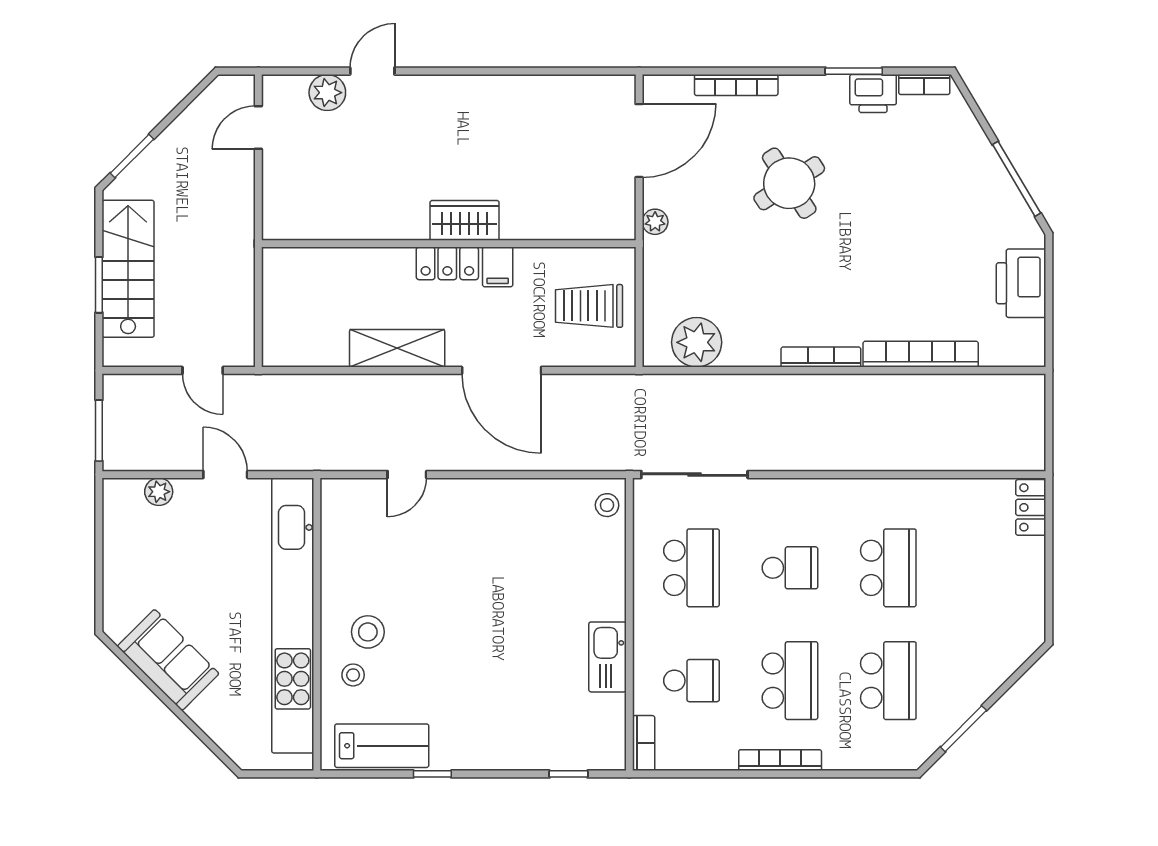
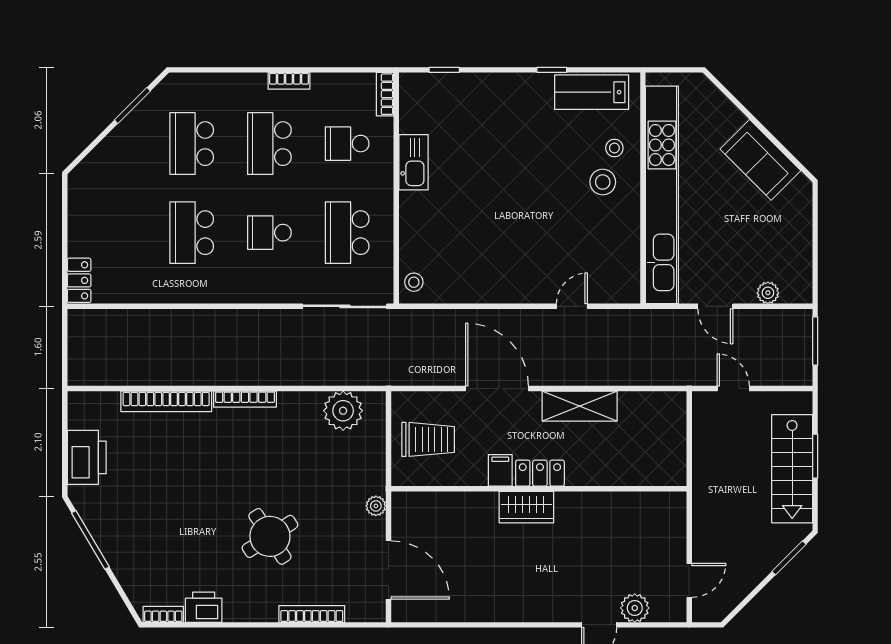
window: (854, 71) -> (219, 625), removed
door: (639, 141) -> (389, 570), swing flipped
bookcase: (780, 760) -> (289, 81), width x0.64

